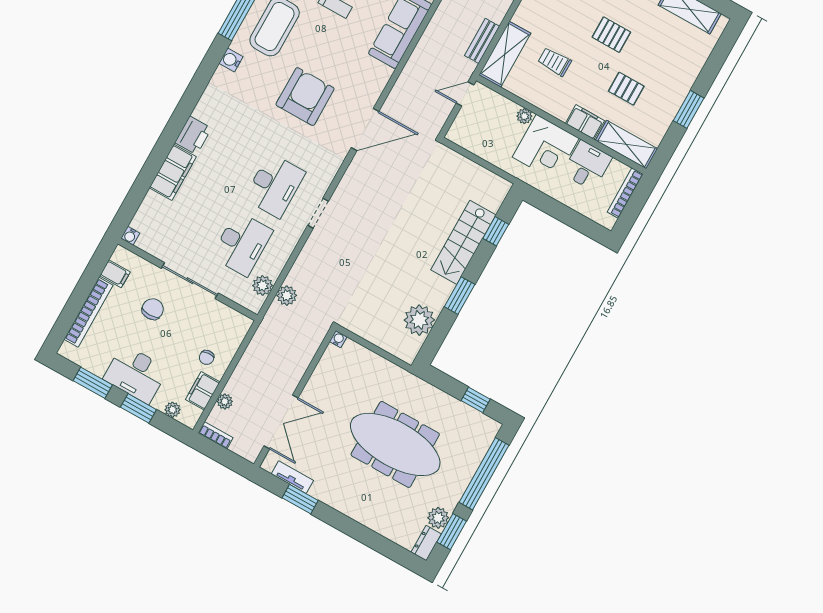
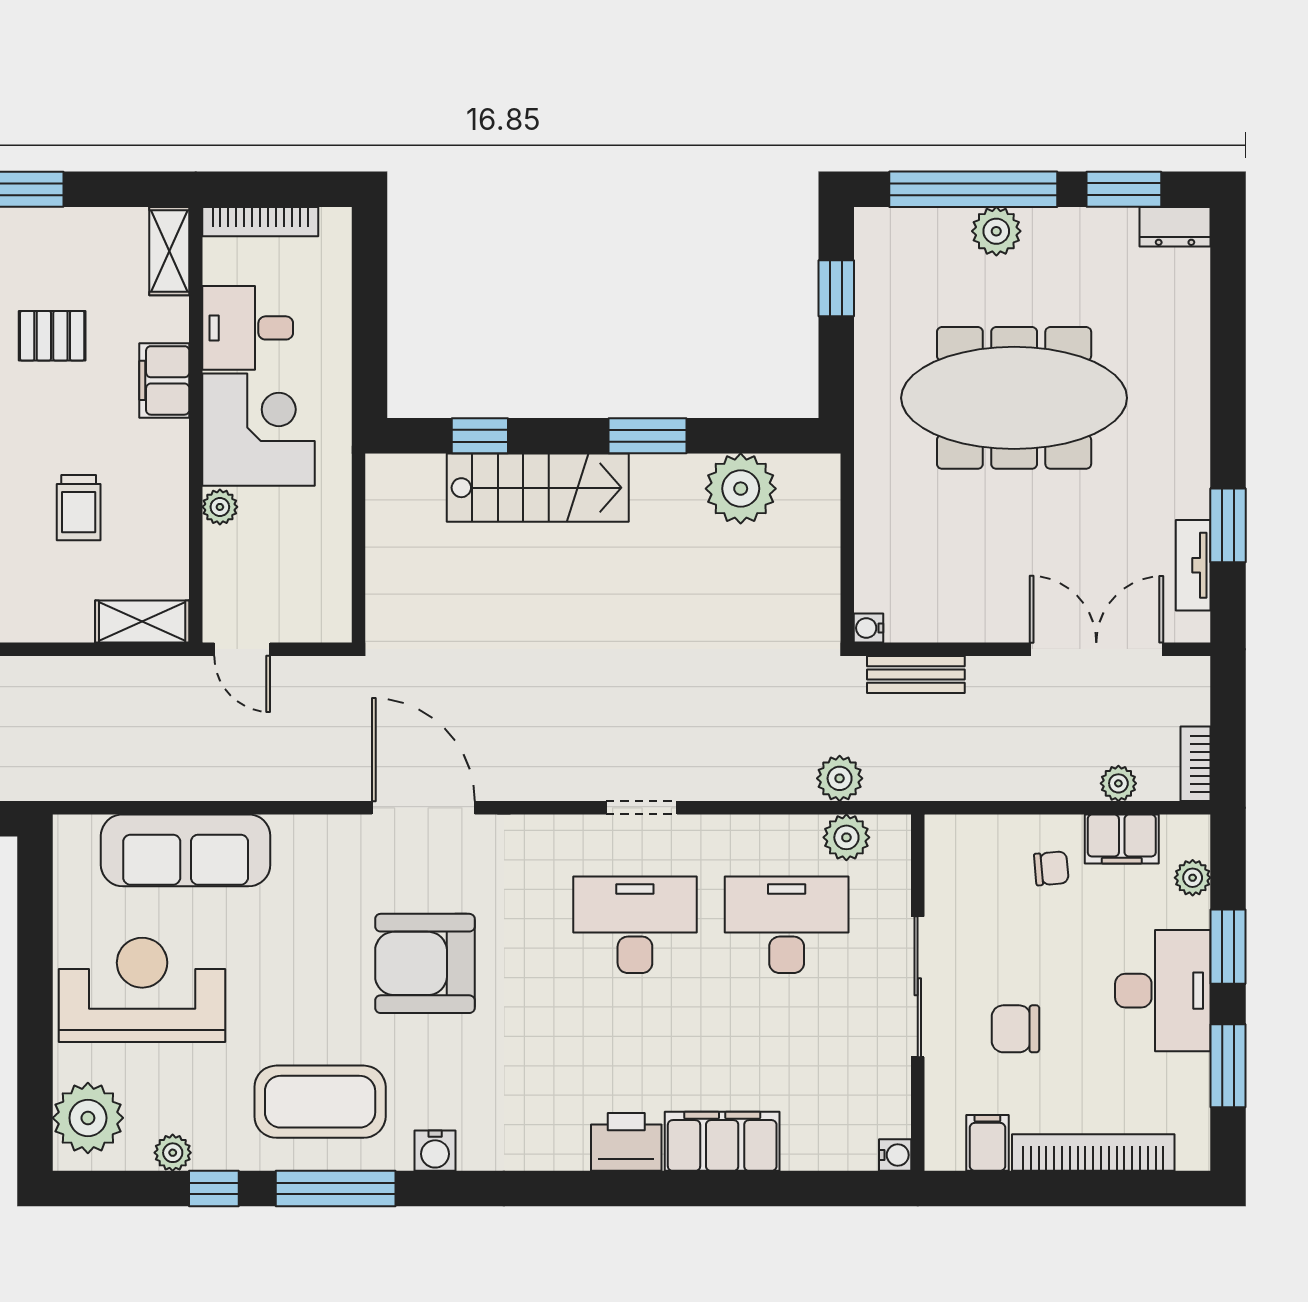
bench: (482, 41) -> (916, 674), moved
shelving: (505, 54) -> (142, 622), width x0.67, depth x0.75
pallet: (626, 89) -> (52, 336), turned 90
shelving: (626, 145) -> (169, 251), width x0.67, depth x0.75
meeting table: (395, 444) -> (1014, 398), turned 90
plant: (438, 518) -> (996, 231), moved

